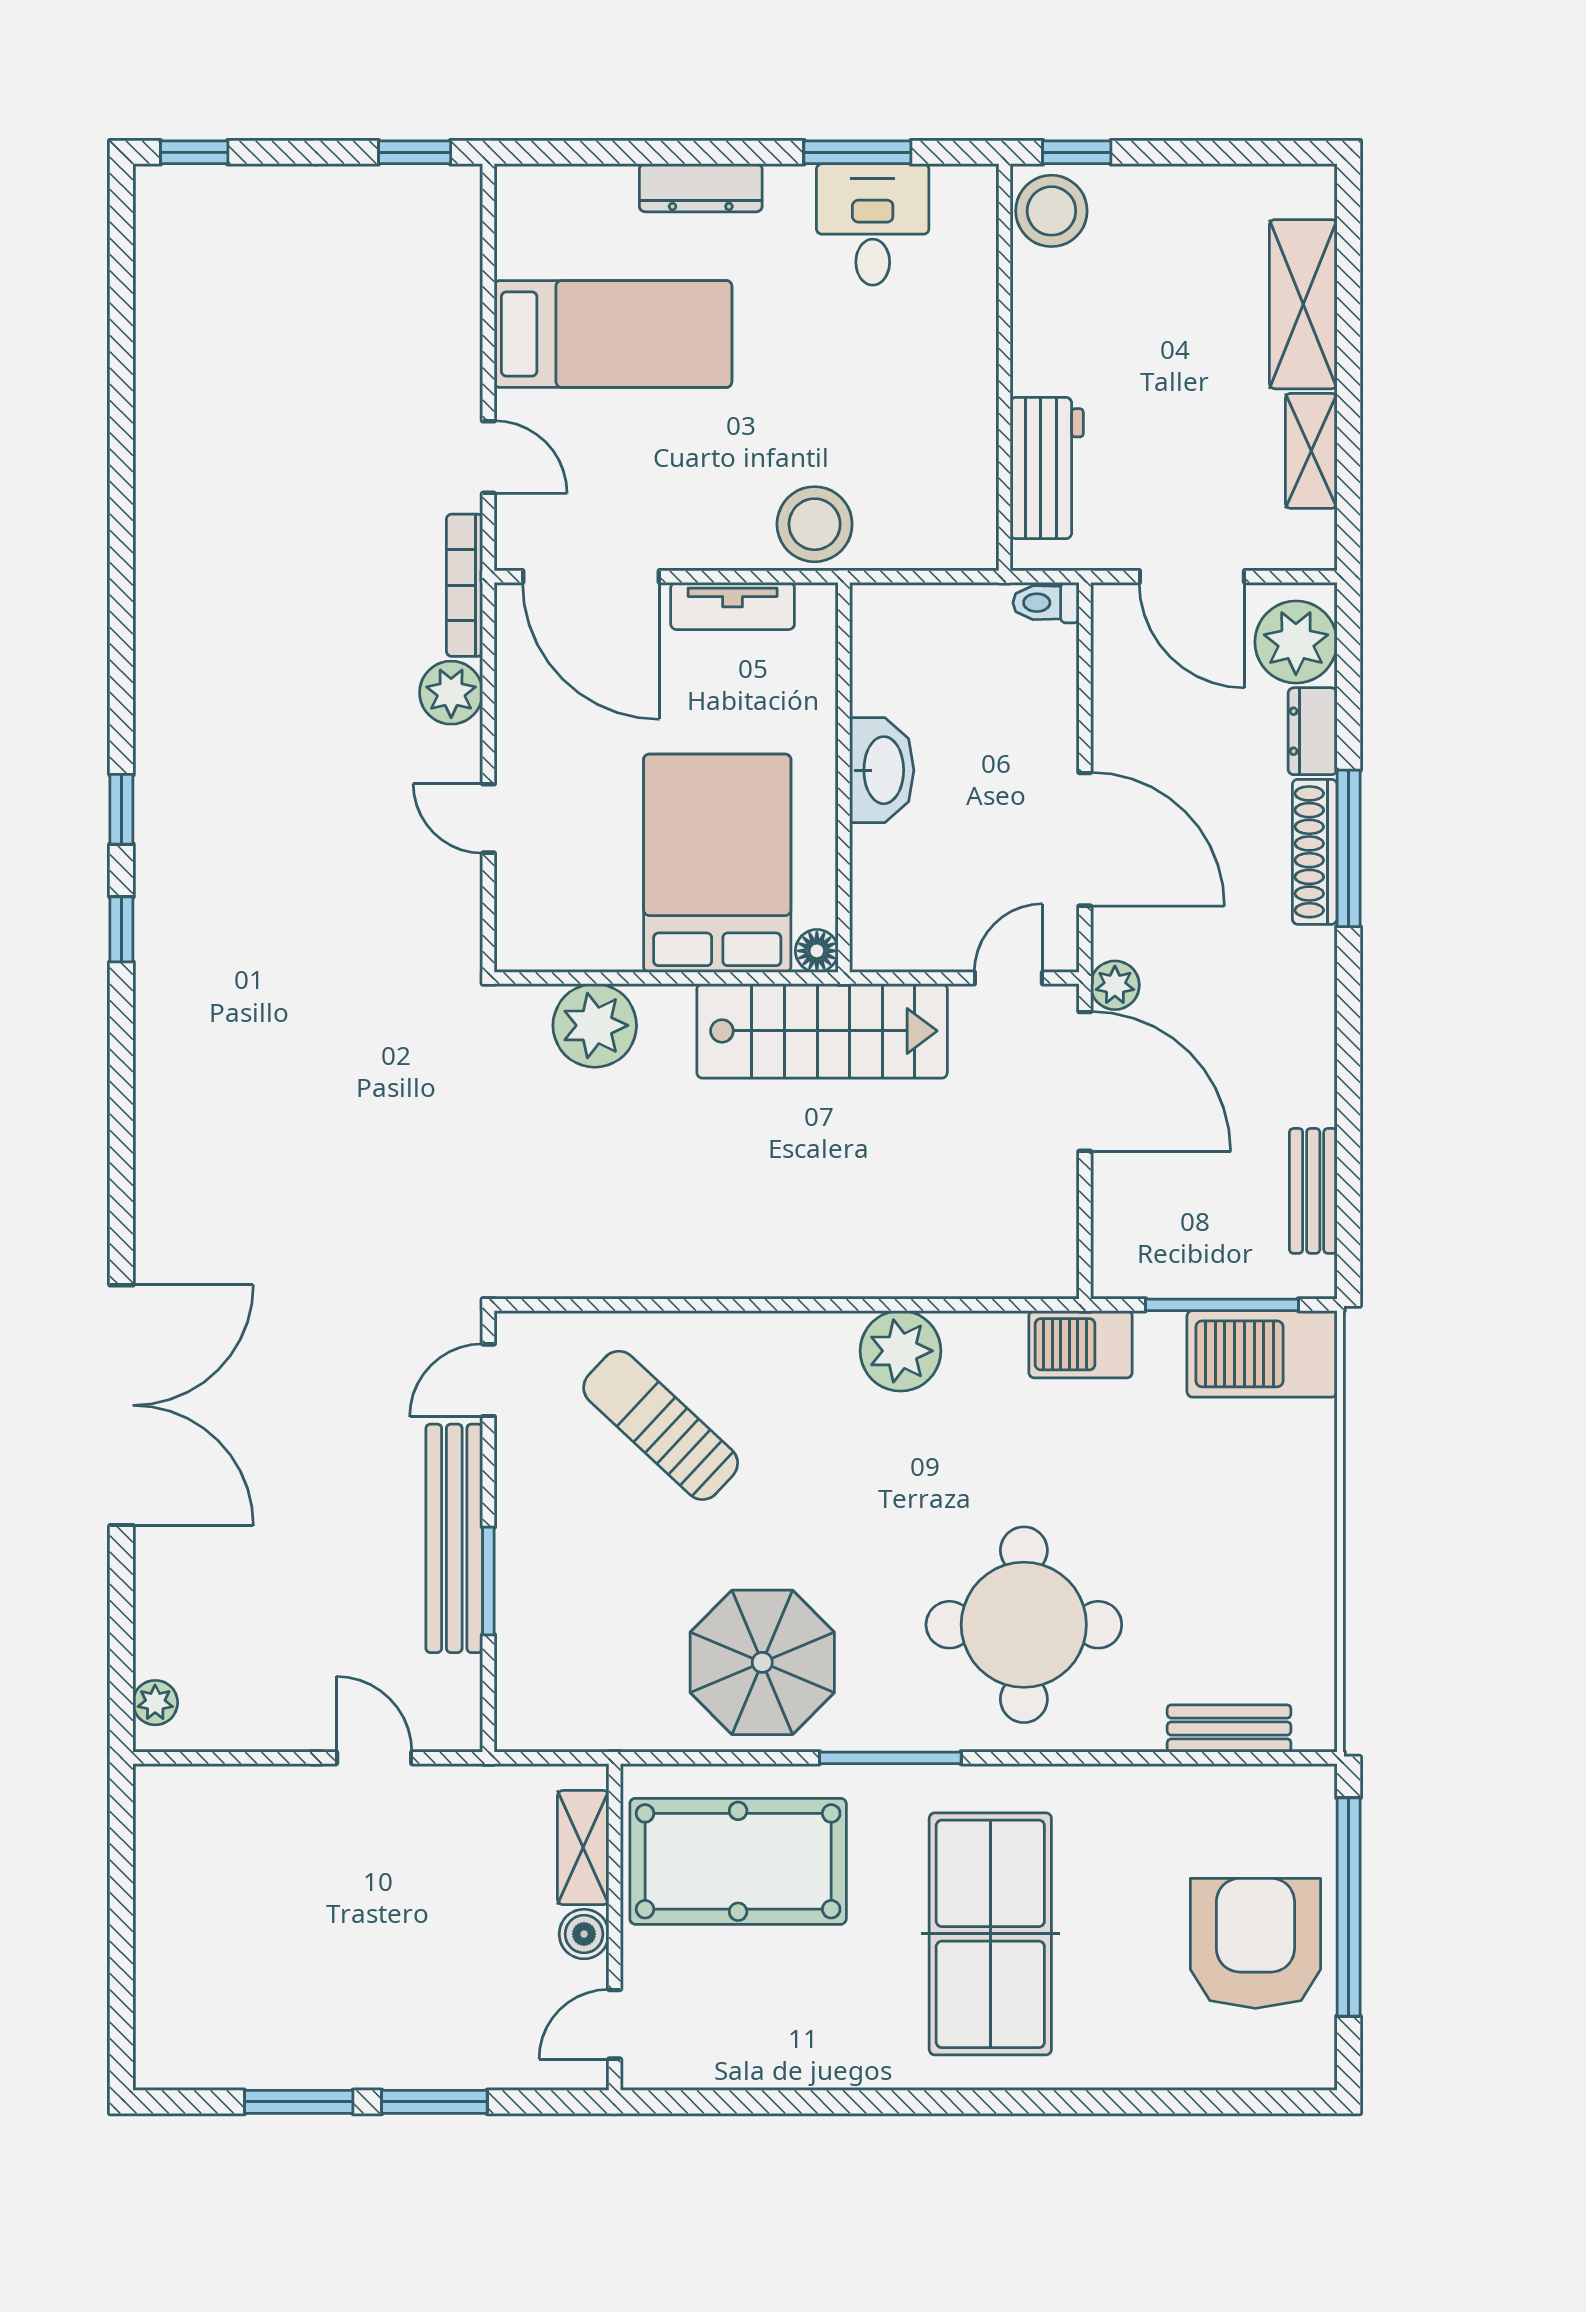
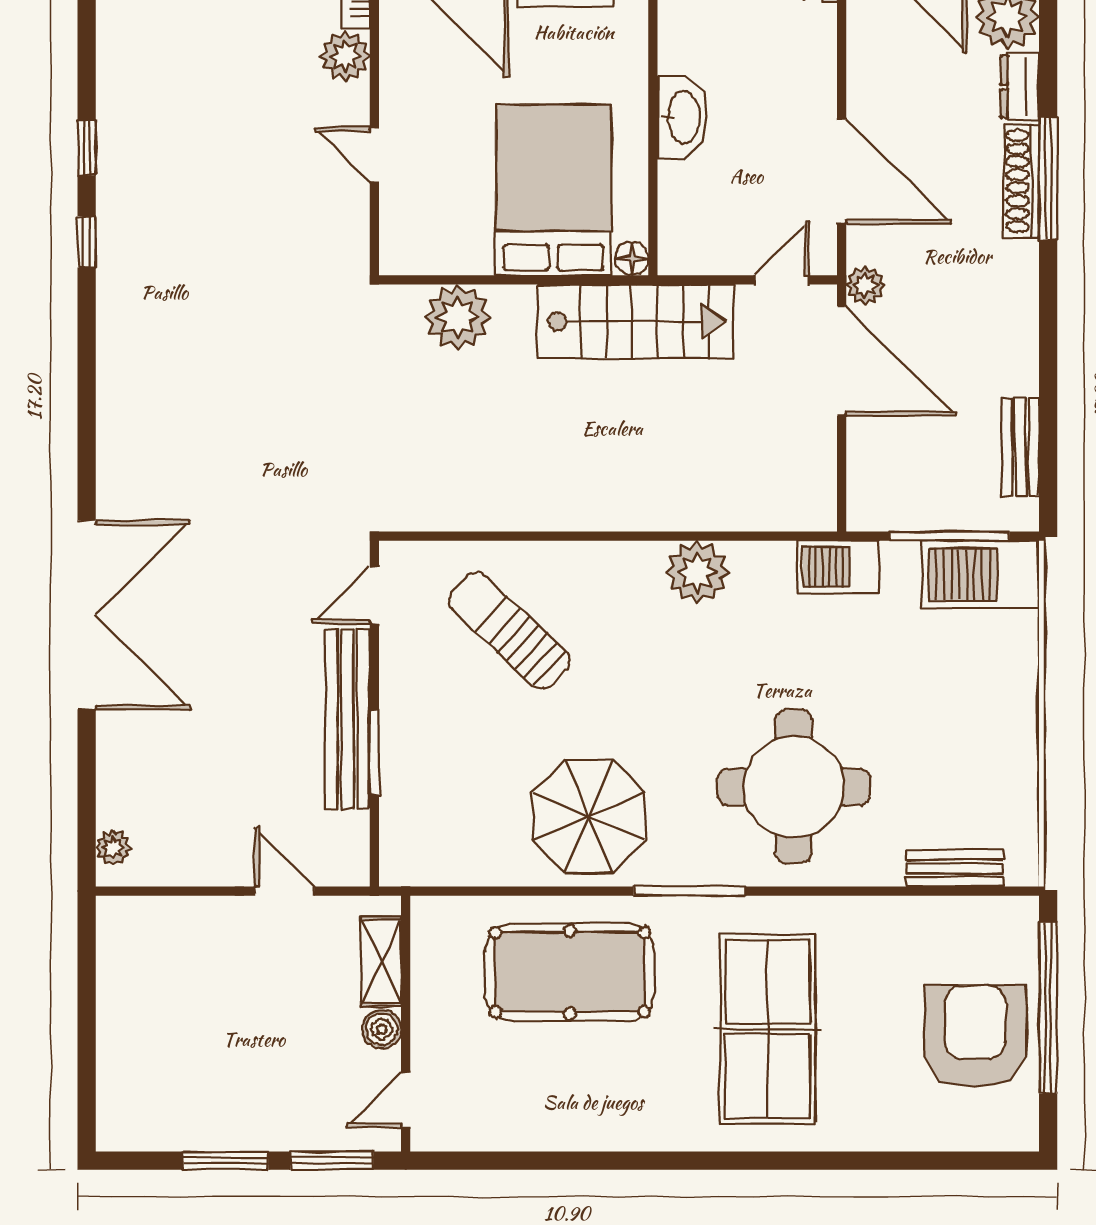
shelving: (583, 1848) -> (381, 961), moved
wall: (615, 1927) -> (406, 1024), moved
boiler: (584, 1934) -> (382, 1029), moved
door: (615, 2024) -> (406, 1100), moved

